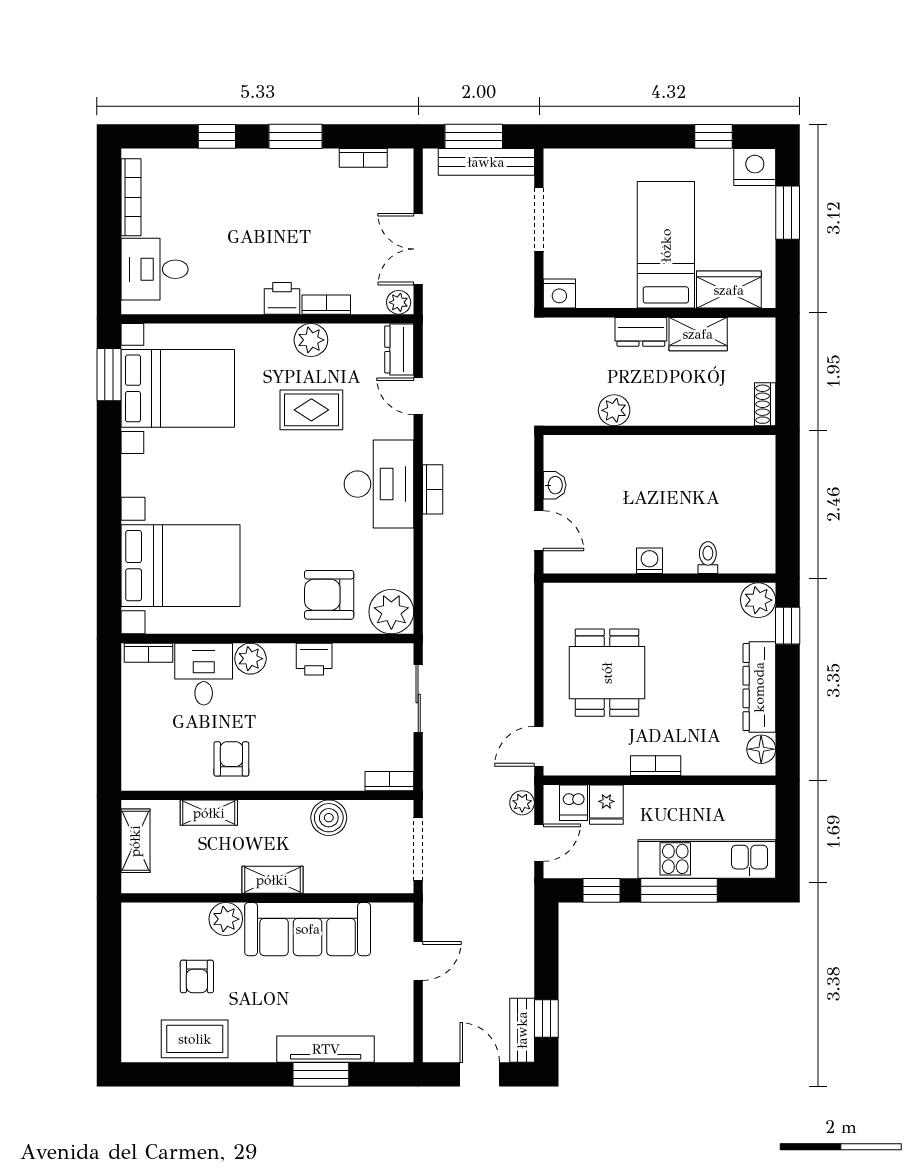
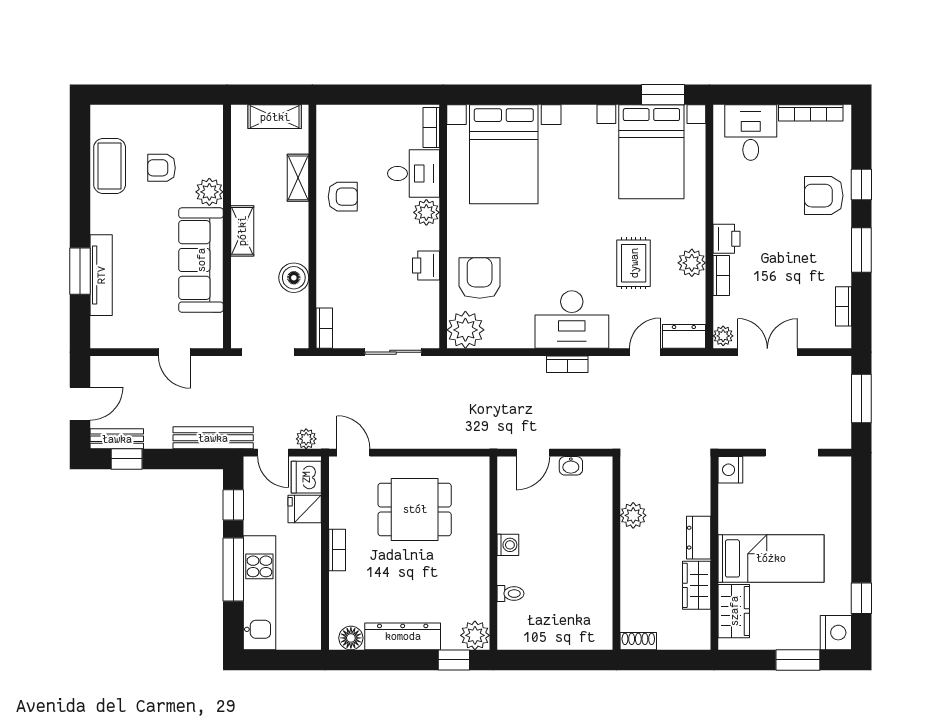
bench: (486, 162) -> (213, 438), moved, turned 90
armchair: (230, 182) -> (824, 196), added
dishwasher: (573, 803) -> (306, 477), width x1.38

